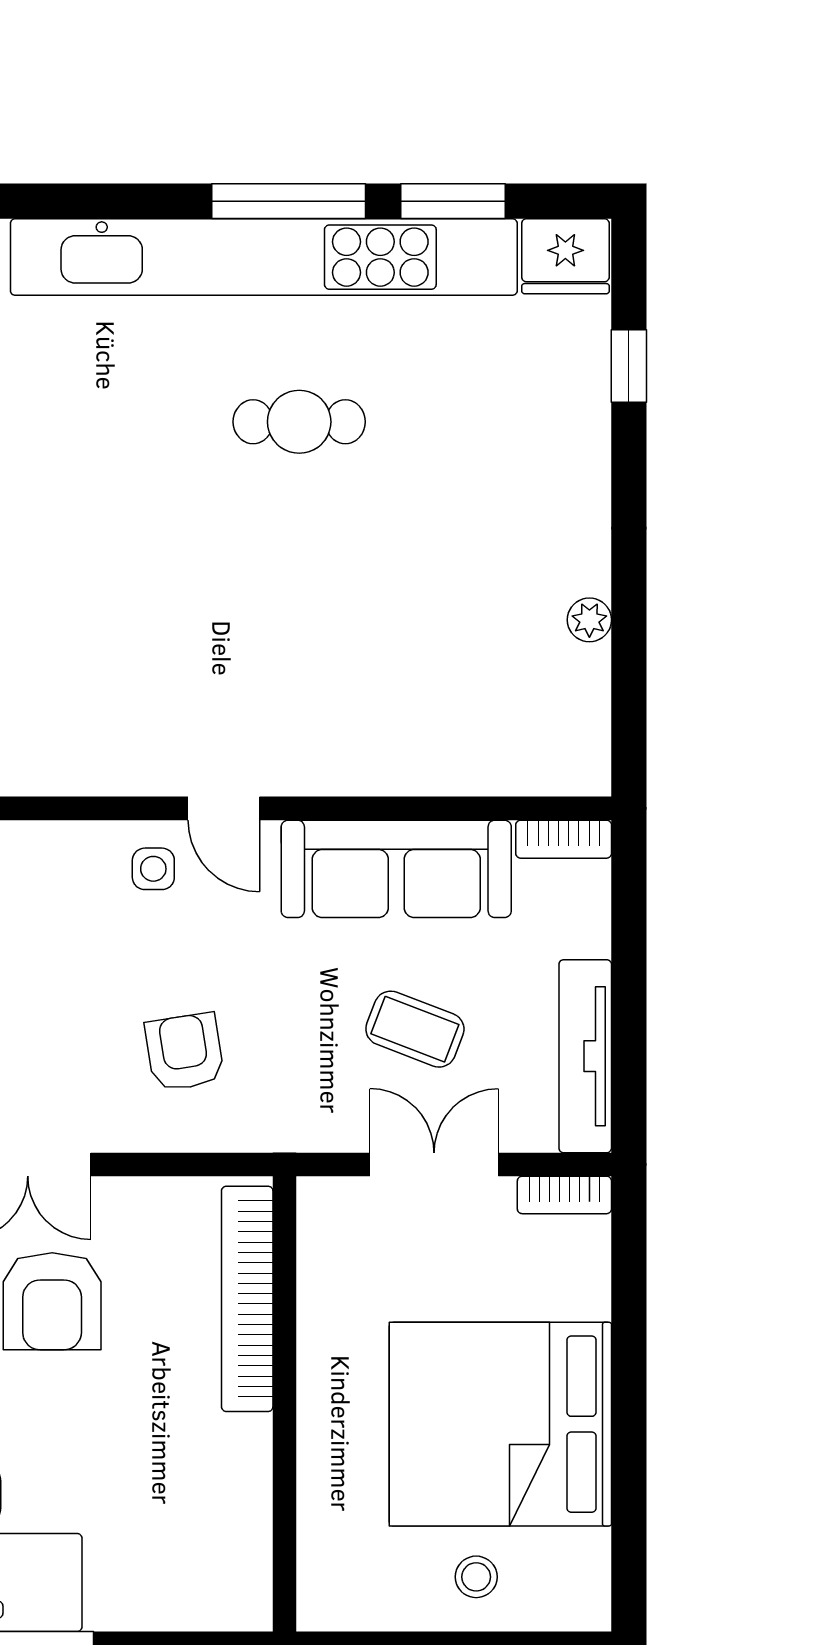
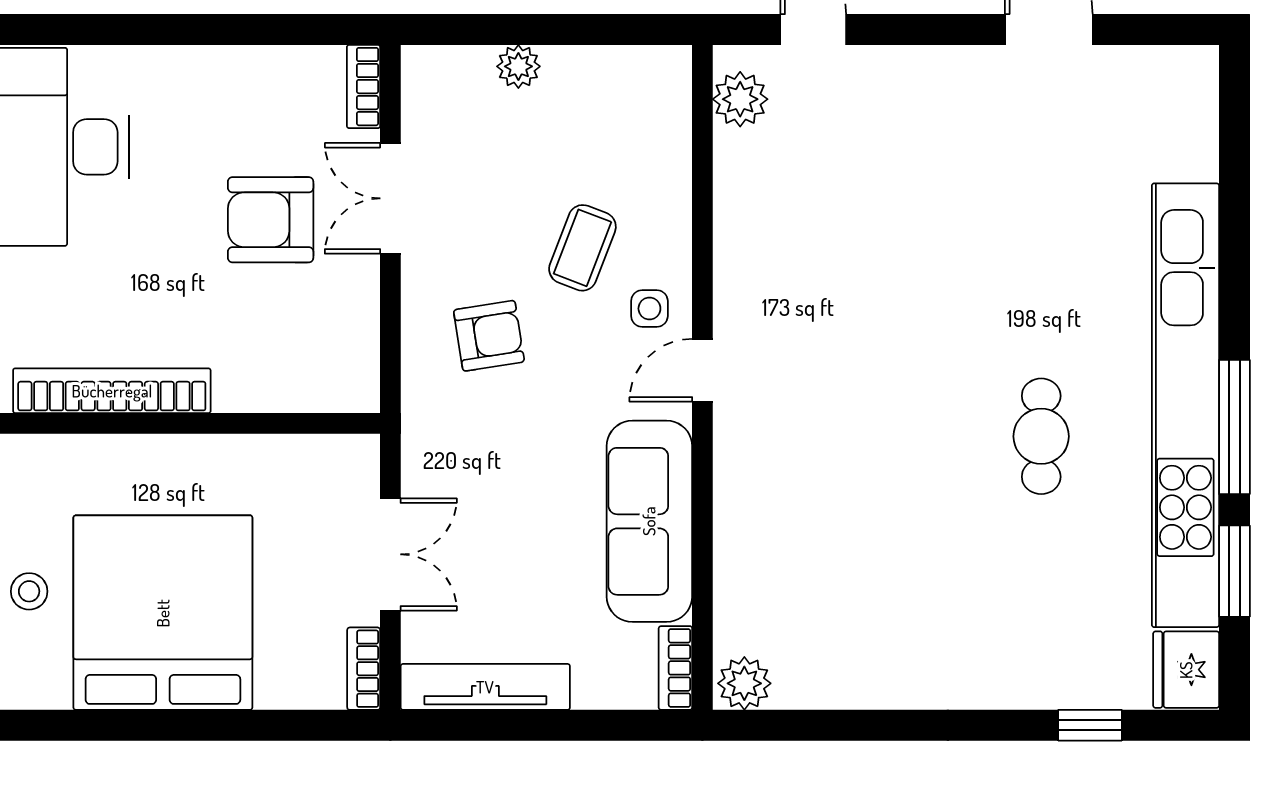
plant: (589, 620) -> (744, 683), moved, width x1.38, depth x1.38
coffee table: (415, 1029) -> (582, 248), moved
bookcase: (247, 1299) -> (112, 391), moved

